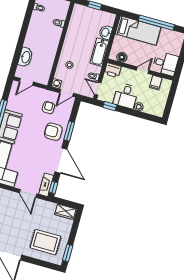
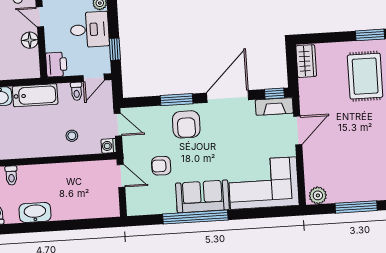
washbasin: (25, 57) -> (35, 212), moved
floor lamp: (122, 57) -> (30, 40), moved
door: (26, 82) -> (121, 176), moved
armchair: (48, 108) -> (161, 166), moved

